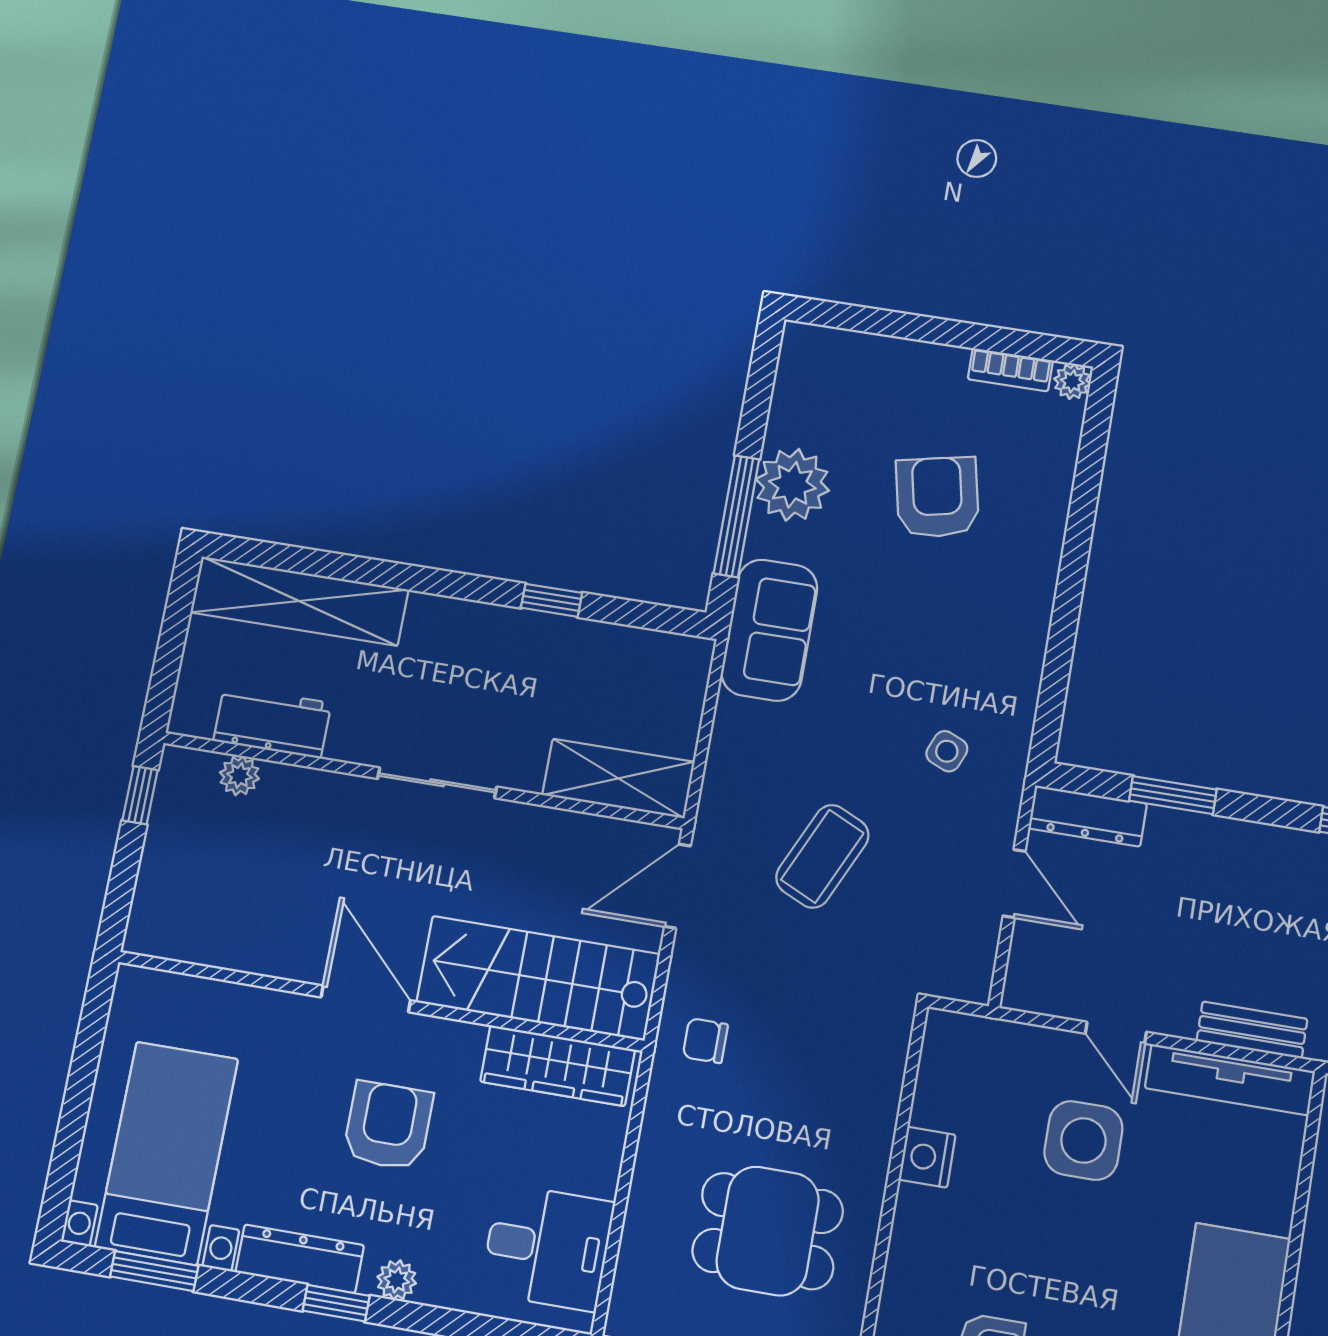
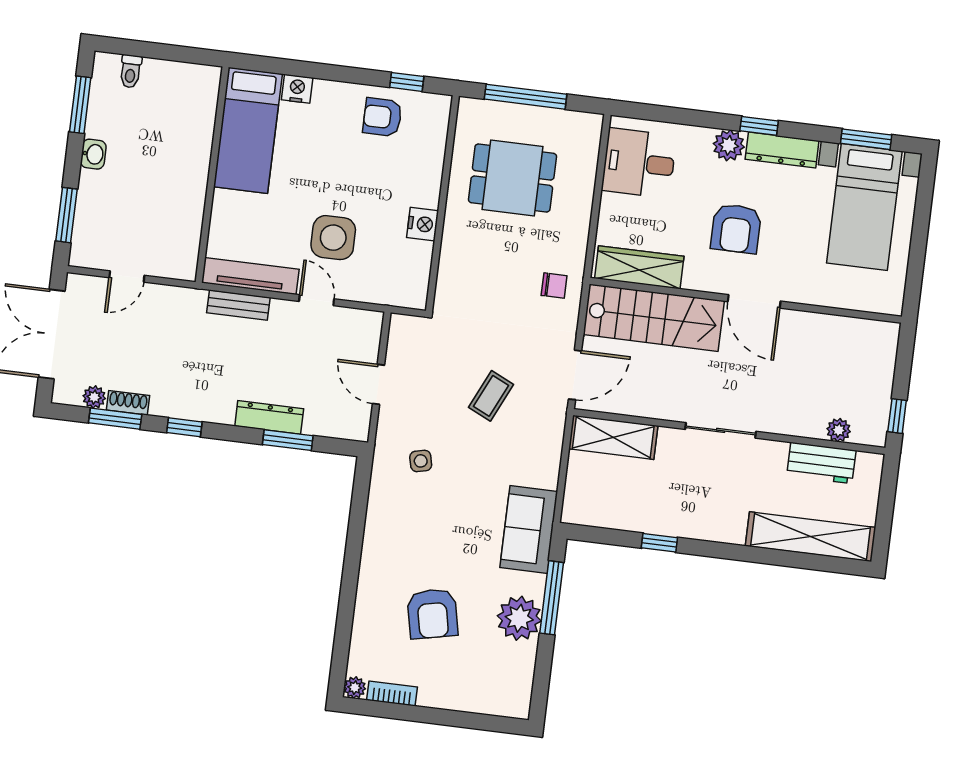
side table: (947, 751) -> (421, 461), turned -36
dresser: (1088, 816) -> (269, 417), moved
coffee table: (822, 856) -> (491, 396), width x0.73, depth x0.77
plant: (397, 1280) -> (729, 145), width x1.38, depth x1.38

